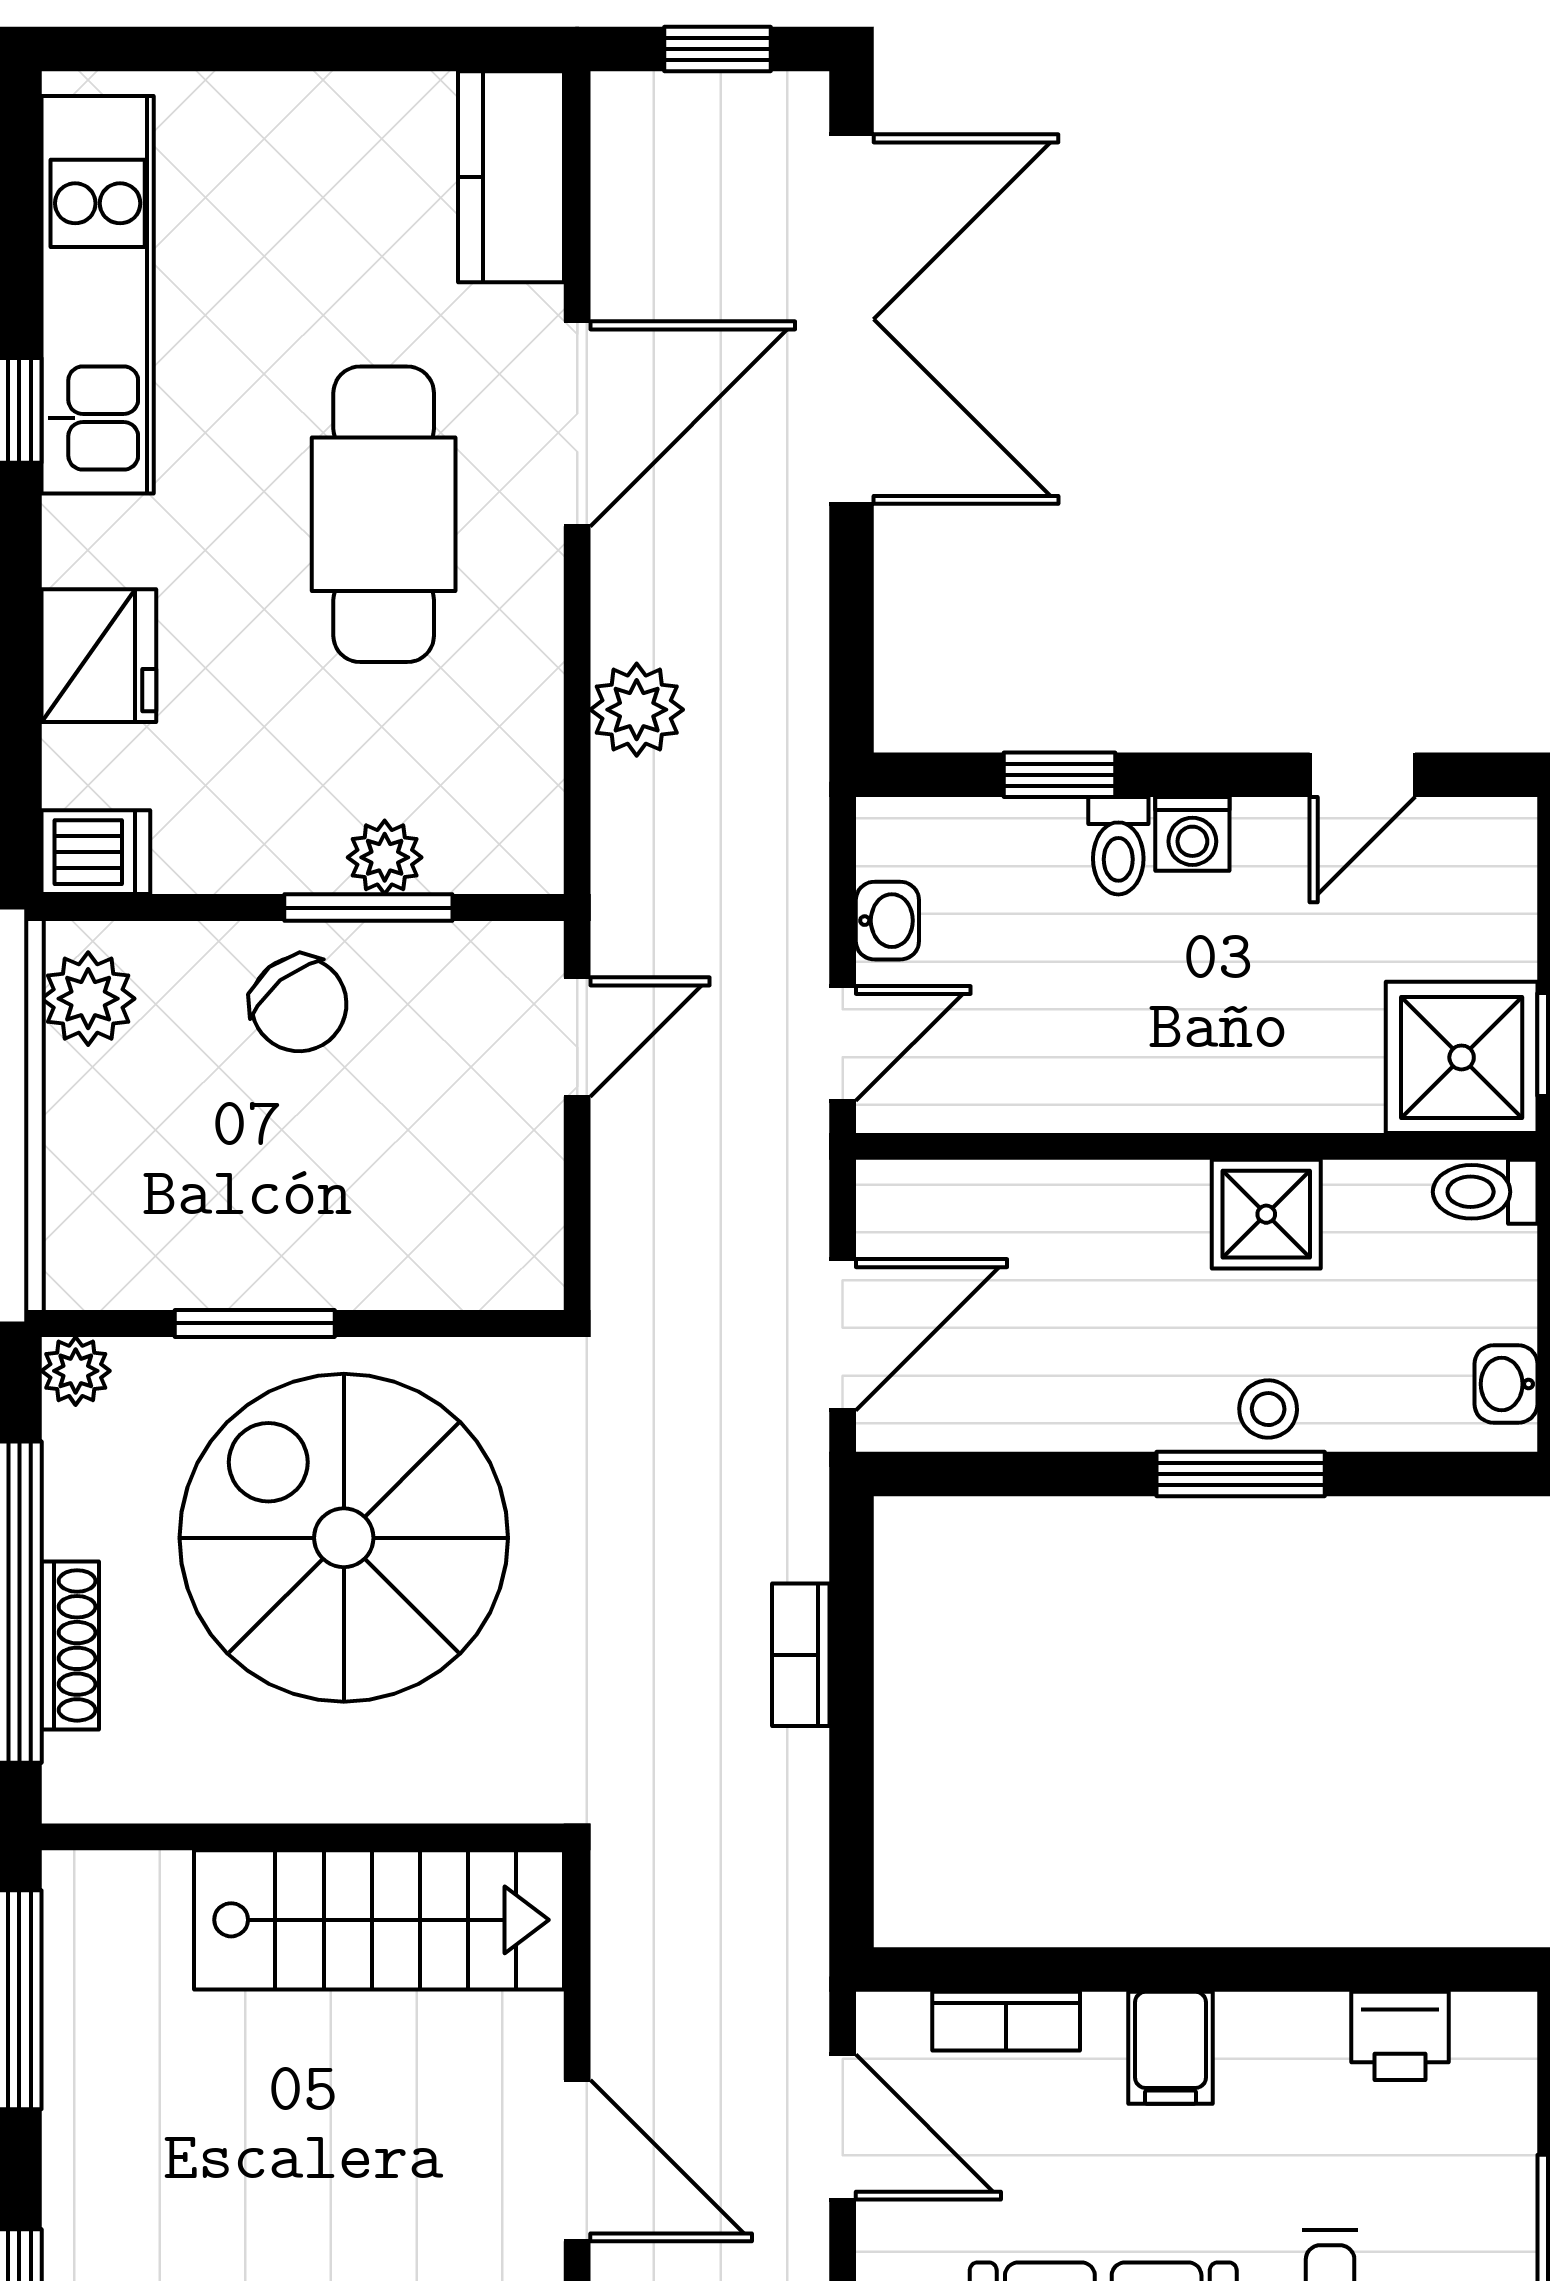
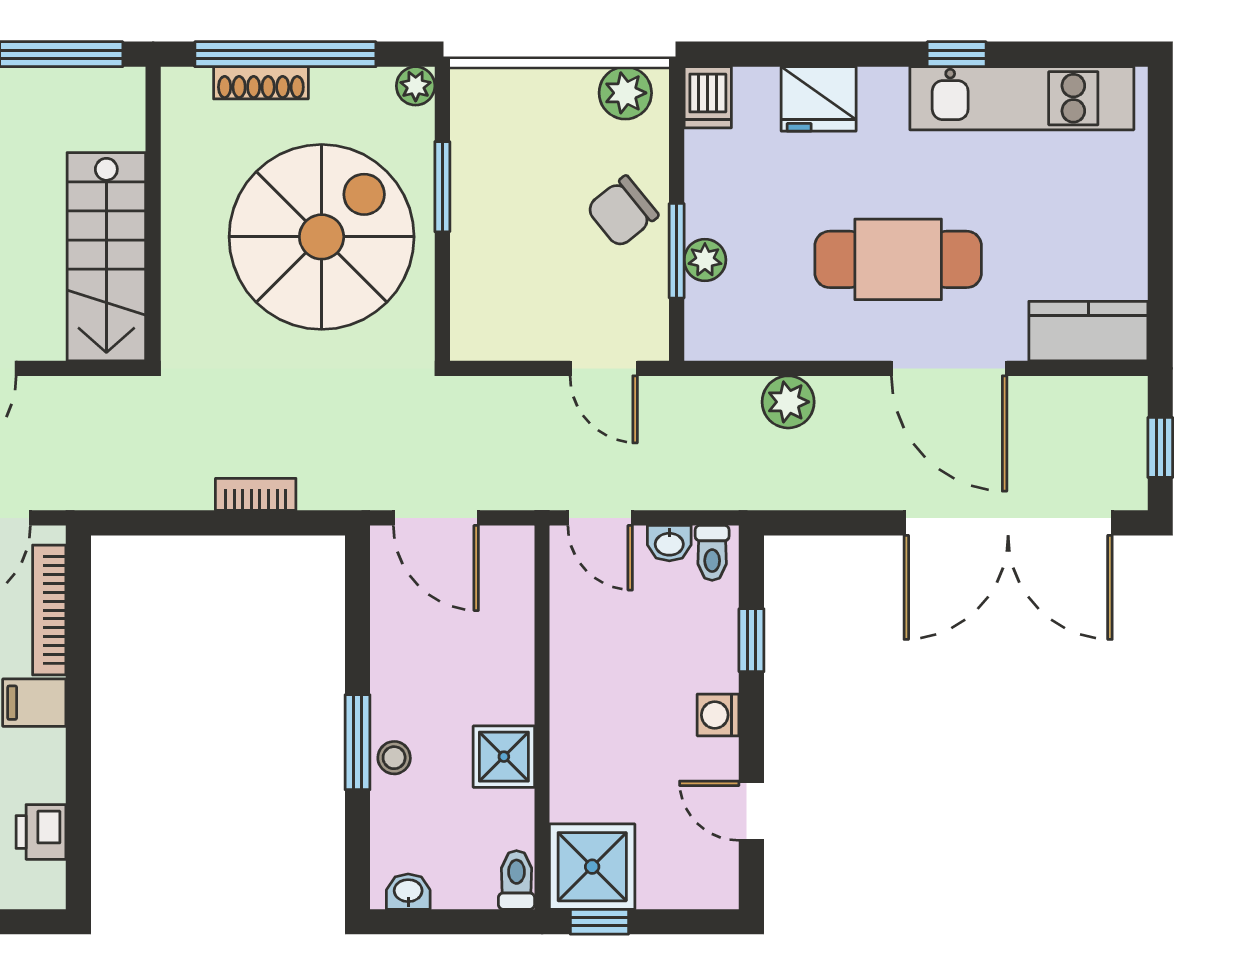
toilet: (1118, 846) -> (712, 553), moved, turned -90
bookcase: (1006, 2021) -> (49, 610), width x1.56

